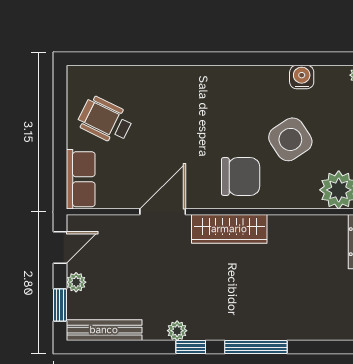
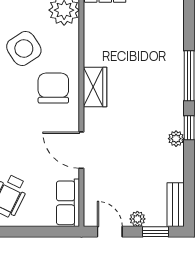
row of seats: (81, 179) -> (68, 203), moved, turned -90
wardrobe: (229, 229) -> (95, 87), width x0.67
bench: (104, 330) -> (176, 205), width x0.73

